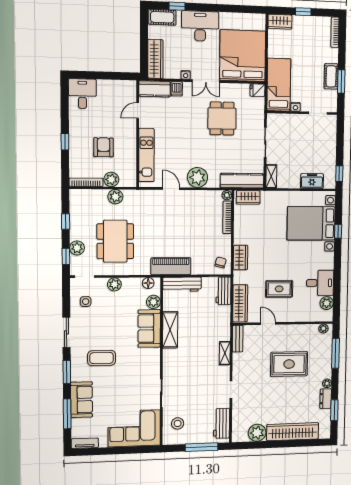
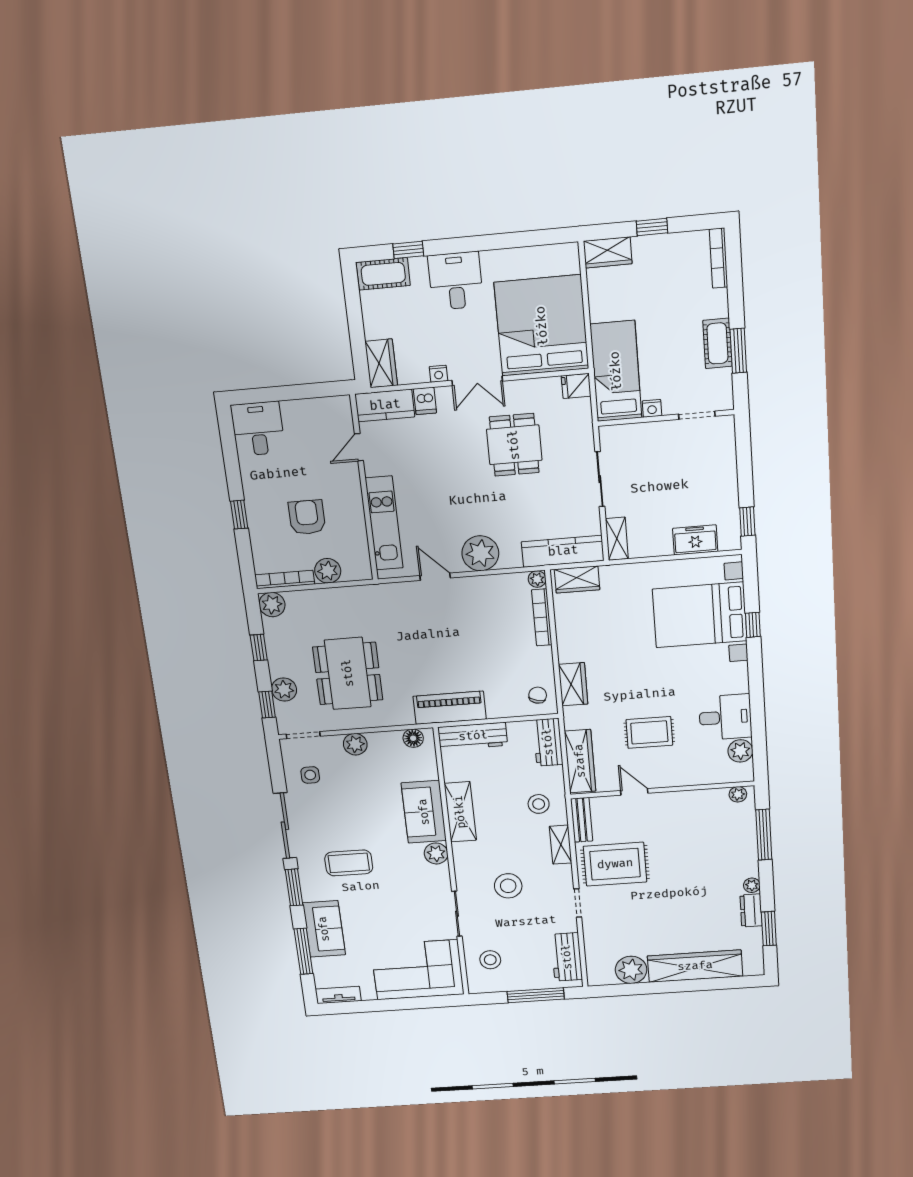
desk: (200, 26) -> (456, 281), width x0.73
wardrobe: (155, 59) -> (381, 363), width x0.67
plant: (115, 197) -> (272, 605), moved
plant: (153, 302) -> (436, 853), moved
stool: (215, 328) -> (539, 804), added
sliding door: (66, 332) -> (285, 826), width x1.37
rug: (289, 364) -> (615, 864), moved
stool: (193, 377) -> (508, 886), added

